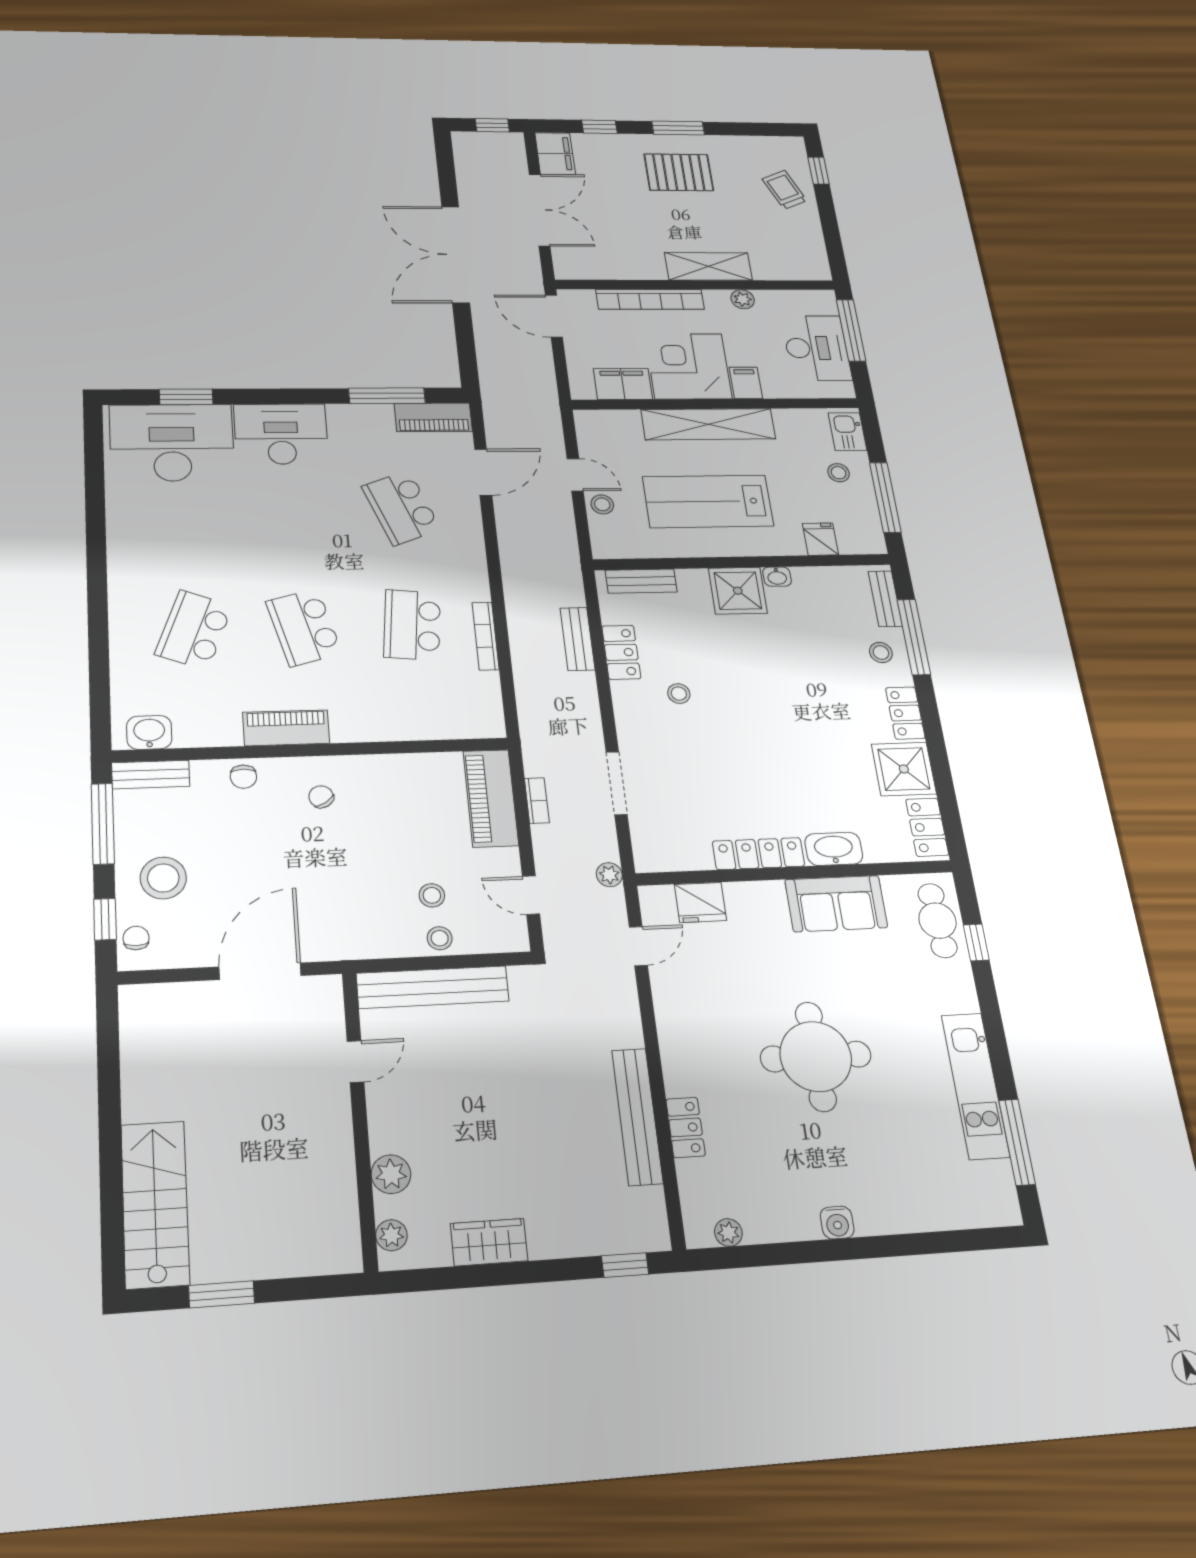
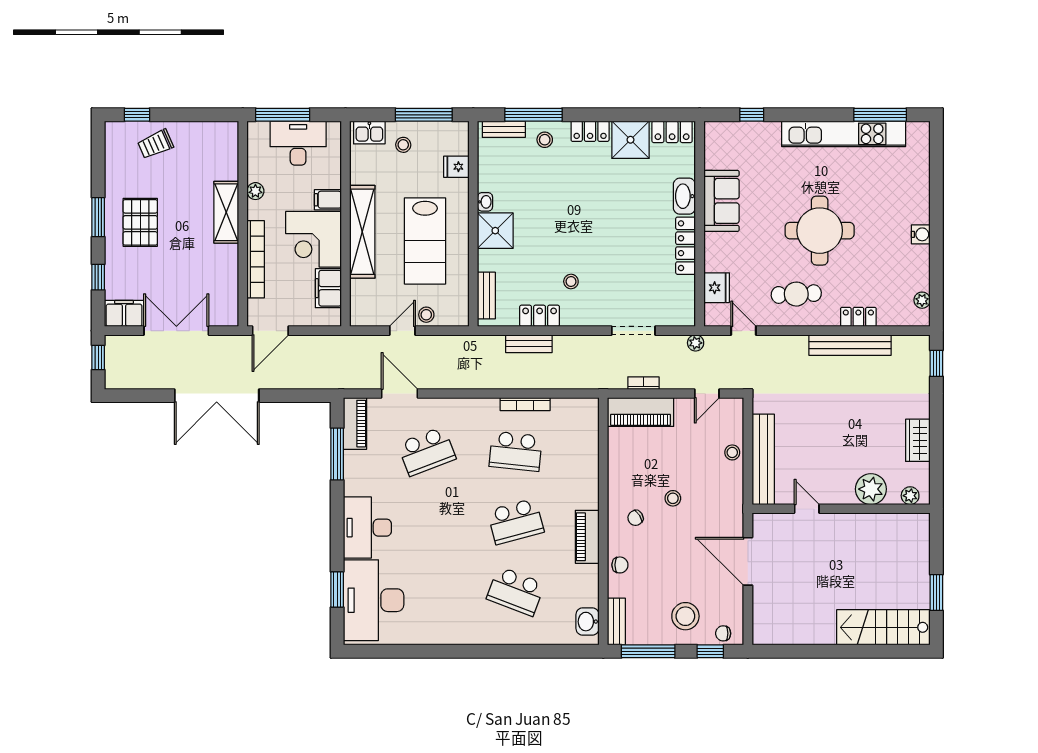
stool: (432, 895) -> (673, 498), moved
cafe table: (938, 921) -> (796, 294), moved
kitchen unit: (975, 1086) -> (844, 134), width x1.36
plant: (391, 1174) -> (871, 489), width x1.36, depth x1.36

